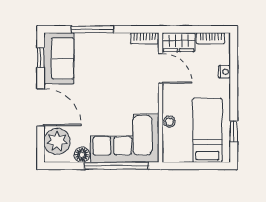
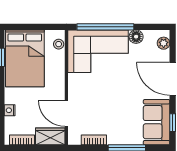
bookcase: (145, 38) -> (94, 140), moved
stool: (169, 122) -> (59, 44), moved
bed: (207, 130) -> (25, 58), width x1.50
plant: (57, 141) -> (164, 43), width x0.53, depth x0.53

